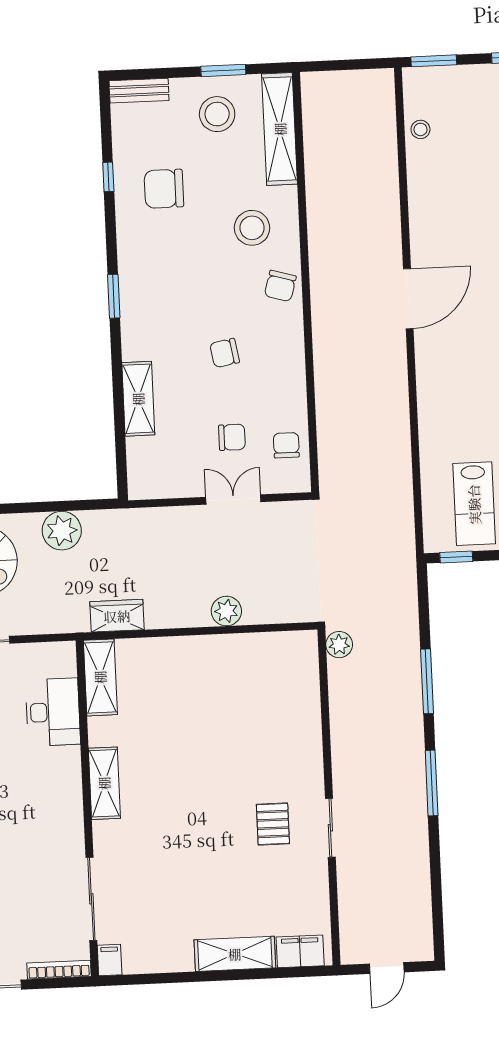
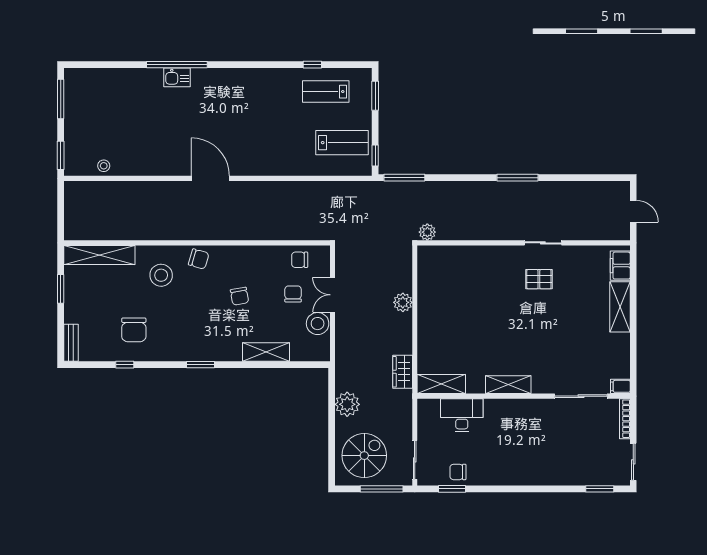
stool: (217, 114) -> (318, 324), moved
window: (427, 681) -> (404, 178), moved

